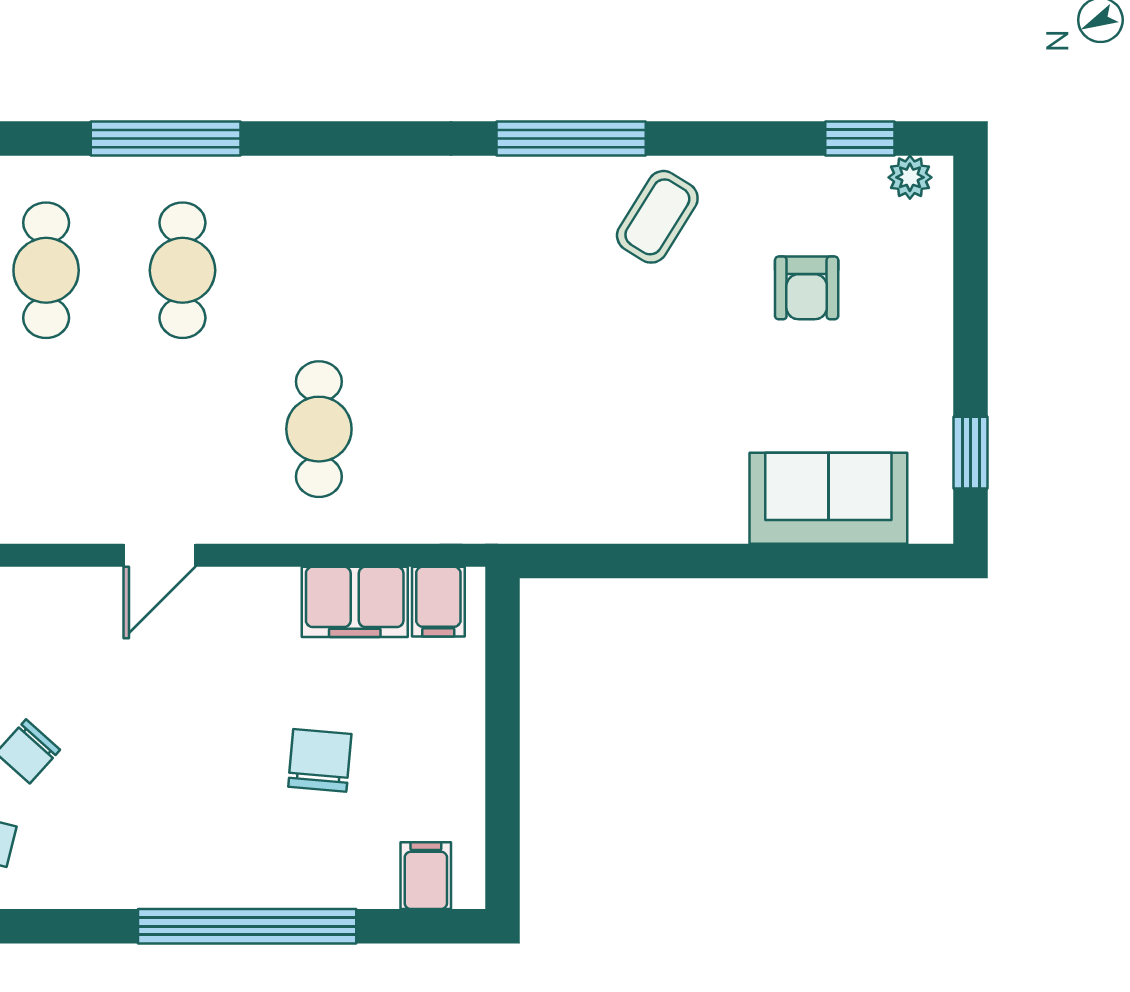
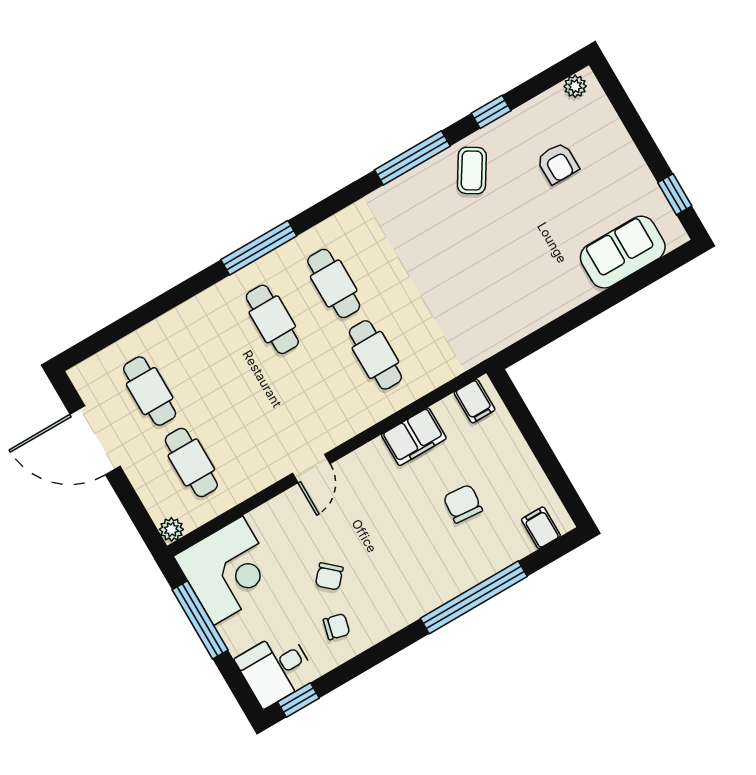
window: (166, 138) -> (259, 248), moved
window: (860, 138) -> (491, 112), moved
cafe table: (46, 270) -> (334, 283), moved
door: (159, 555) -> (311, 469), moved
filing cabinet: (355, 602) -> (414, 437), moved

